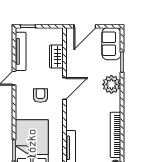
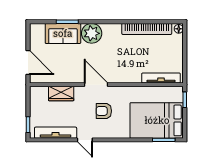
sofa: (111, 44) -> (63, 33), moved

